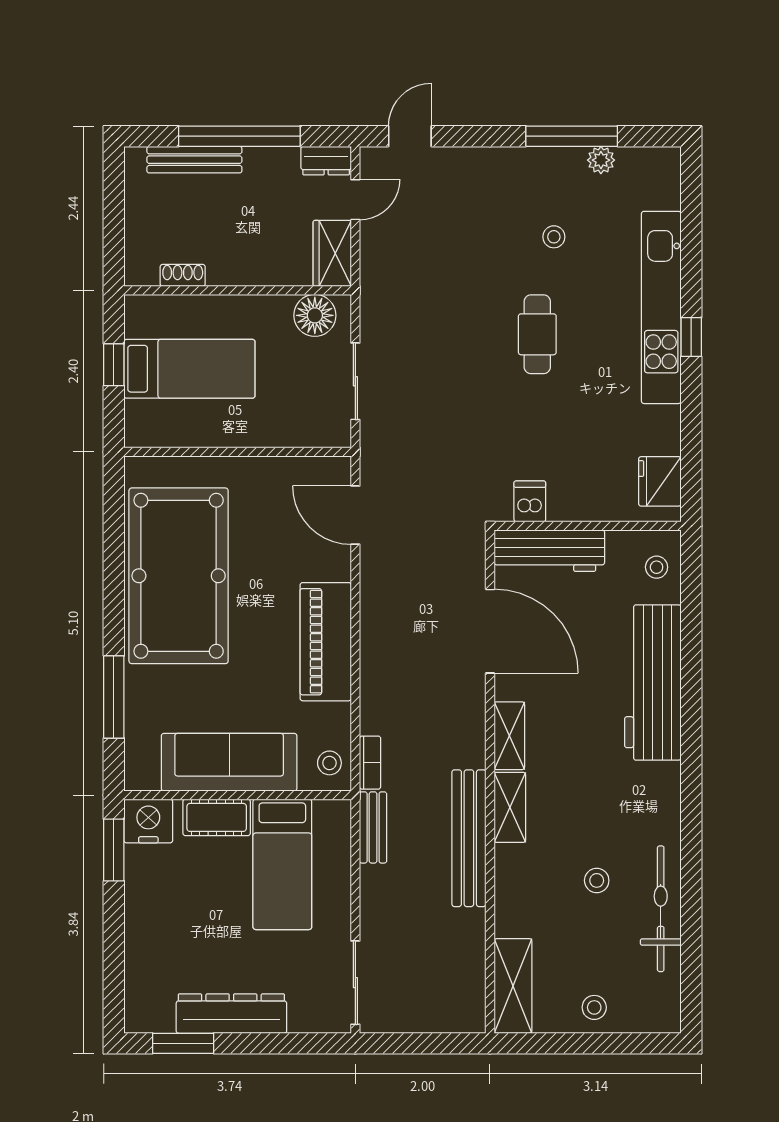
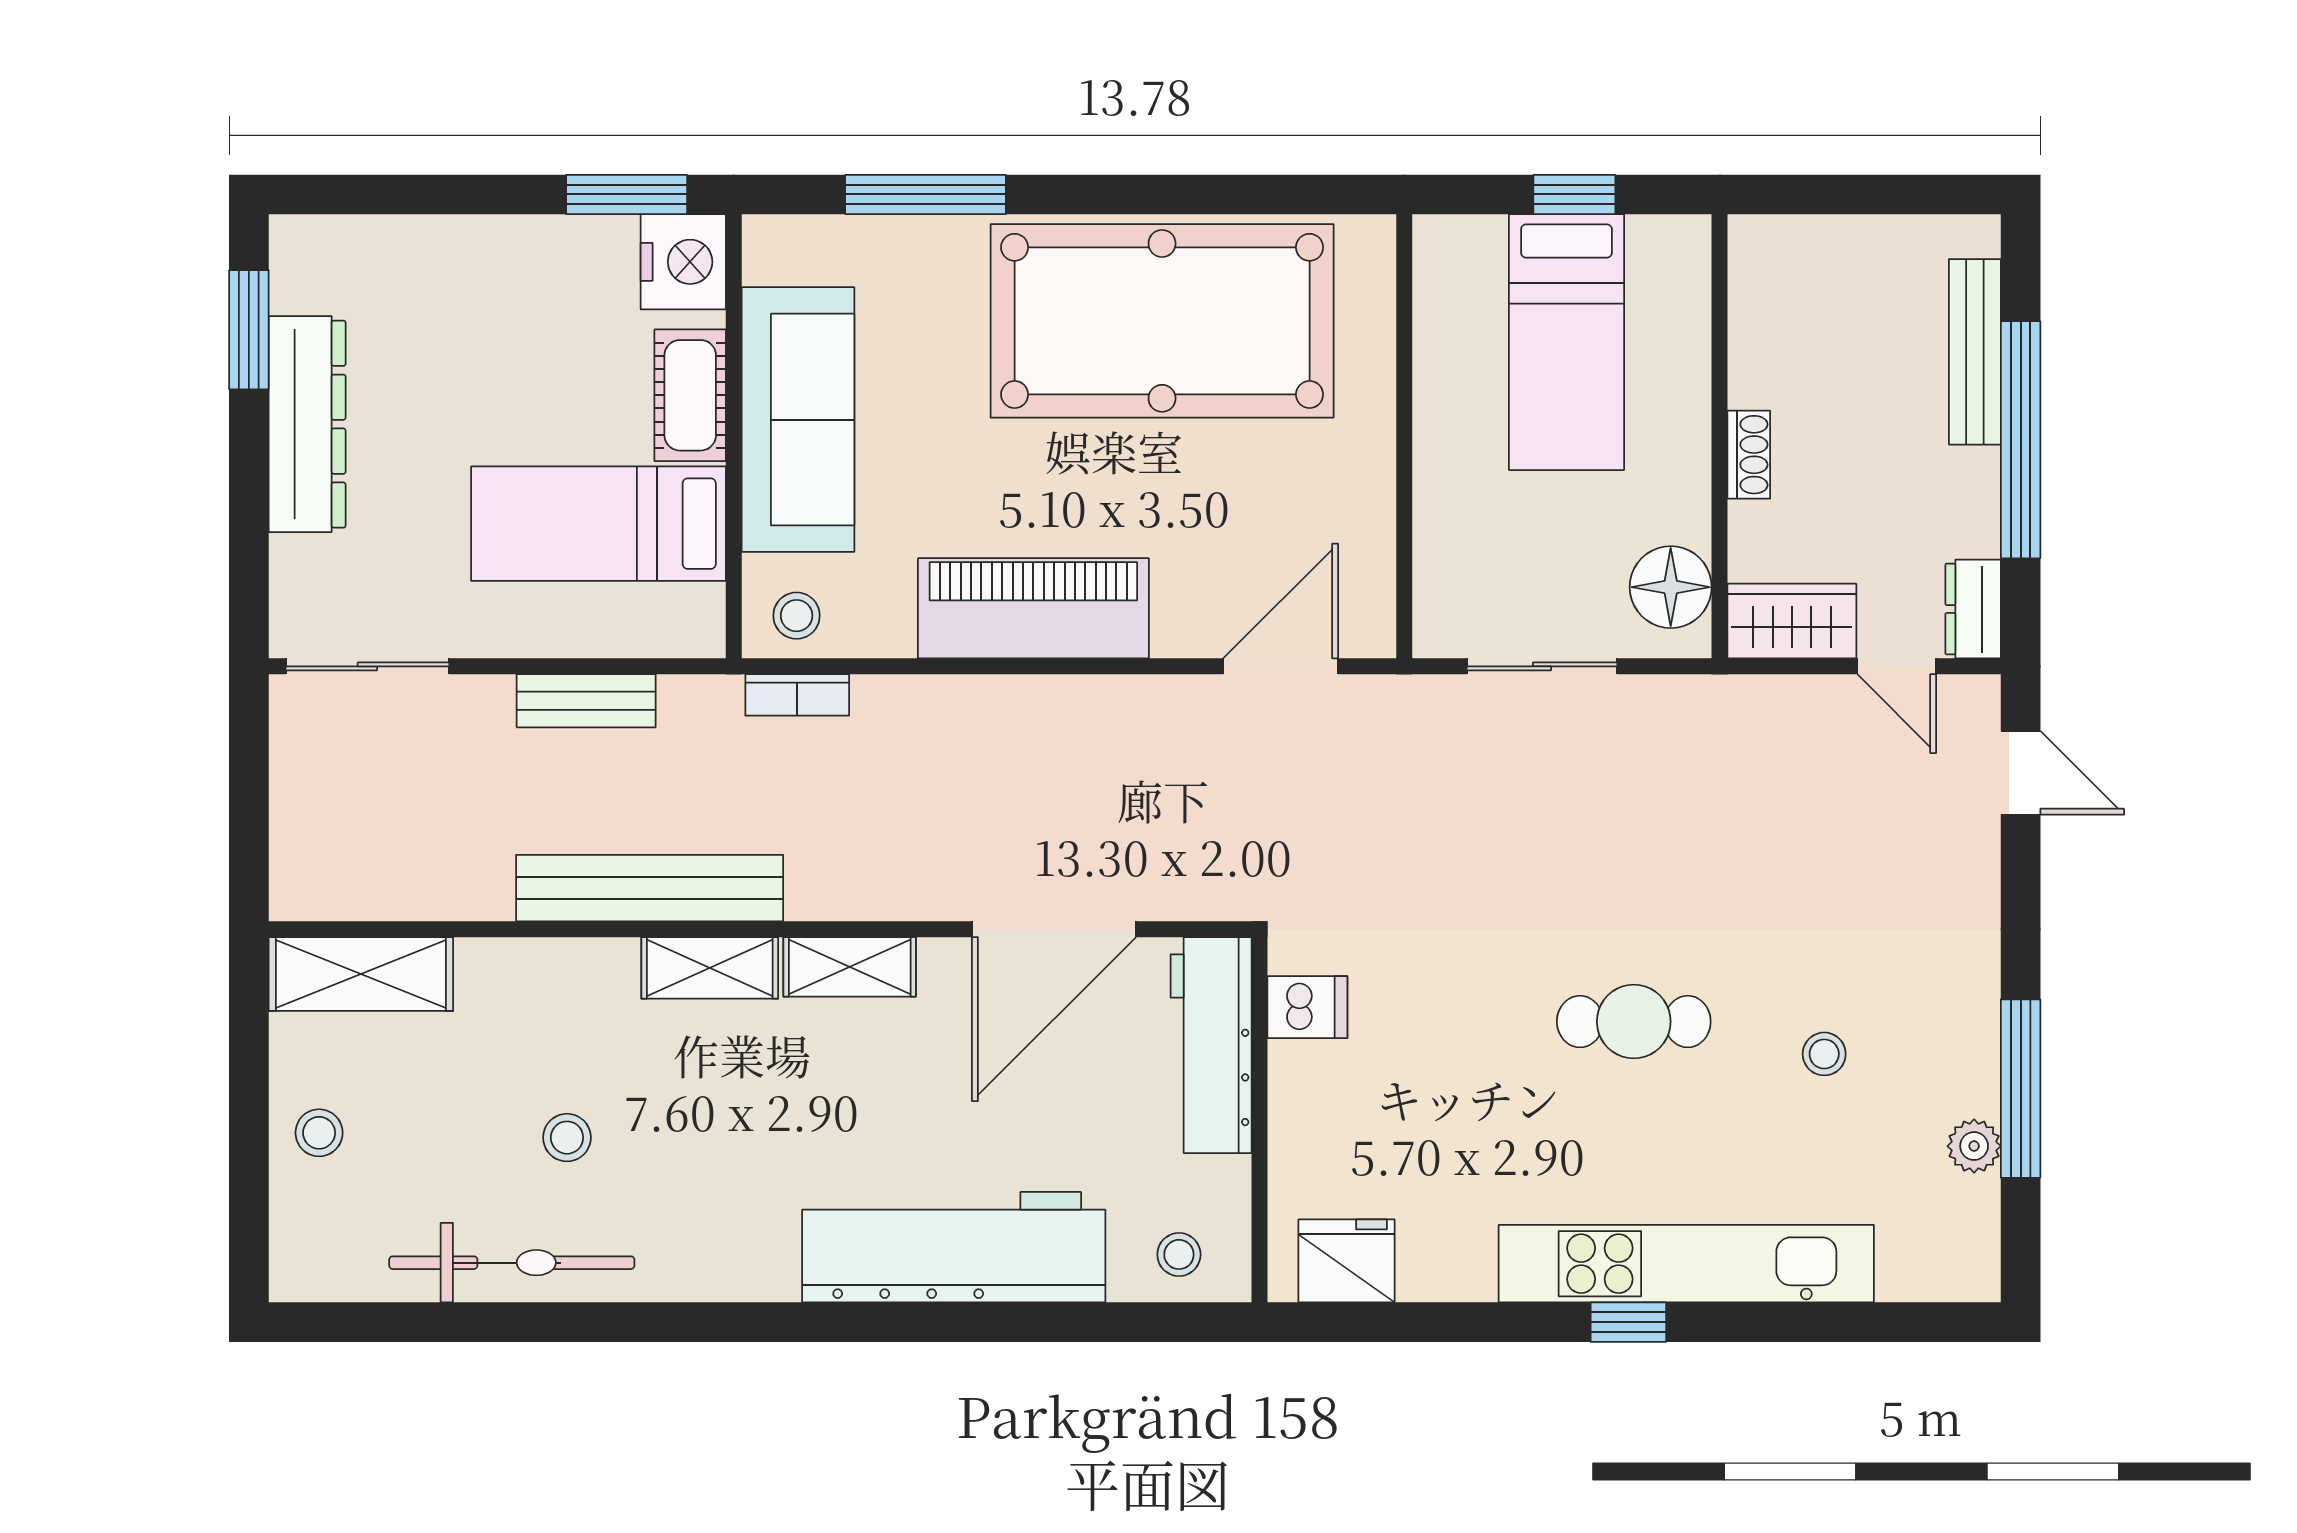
shoe rack: (183, 275) -> (1749, 455), moved
bench: (373, 827) -> (586, 701), moved

